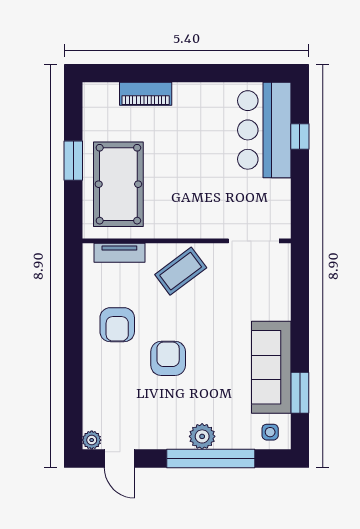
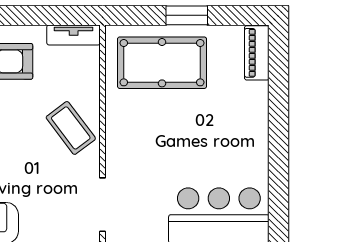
piano: (146, 94) -> (257, 53), moved
tv unit: (119, 253) -> (74, 35), moved, turned -90

